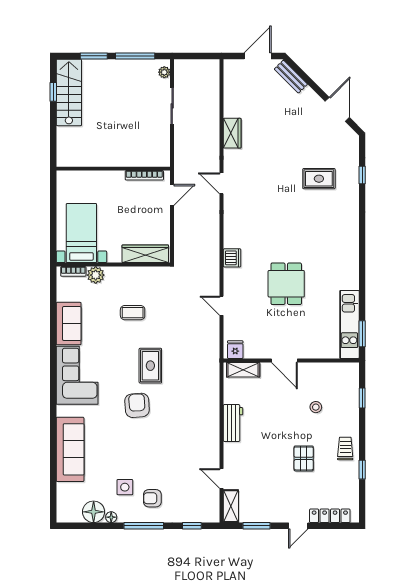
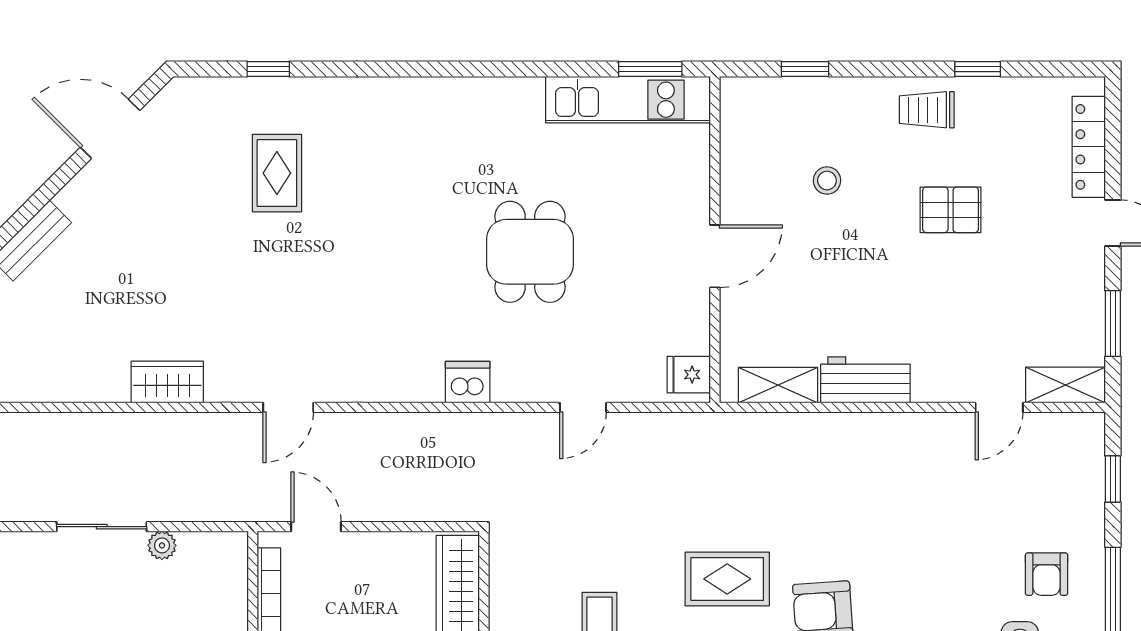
plant: (164, 72) -> (162, 545), moved
dining table: (286, 284) -> (530, 252), turned 90
shelving: (243, 370) -> (778, 385), moved, turned 90

